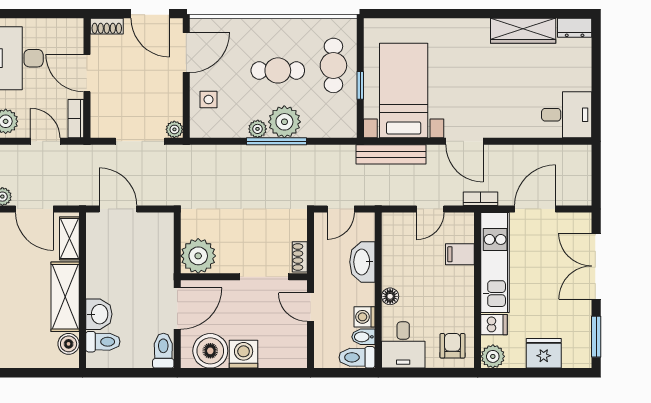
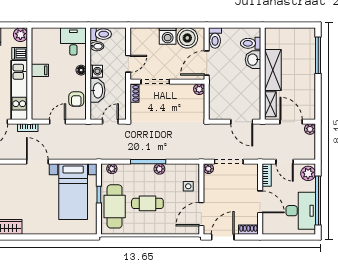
door: (150, 14) -> (223, 237), hinge flipped
cafe table: (333, 65) -> (115, 206), width x1.37, depth x1.35
plant: (284, 122) -> (112, 169), moved, width x0.53, depth x0.53
bench: (391, 154) -> (81, 154), removed
filing cabinet: (460, 254) -> (40, 70), moved
plant: (198, 256) -> (199, 89), width x0.53, depth x0.53
door: (311, 307) -> (128, 64), hinge flipped
washing machine: (365, 317) -> (96, 71), moved
boiler: (69, 344) -> (271, 42), removed
armchair: (452, 346) -> (76, 99), moved

